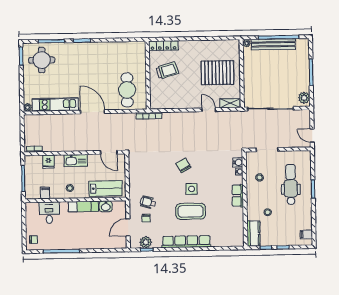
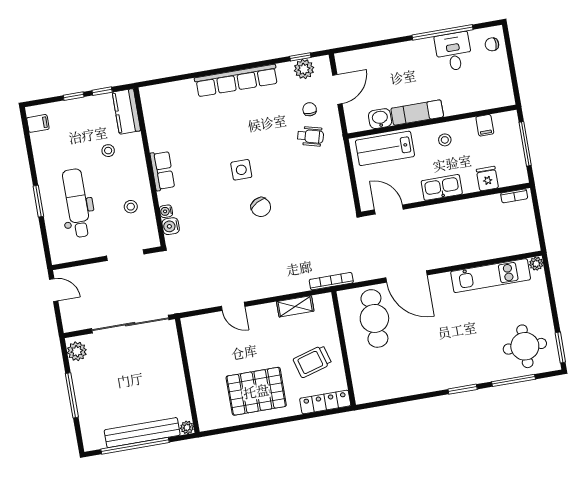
pallet: (217, 73) -> (256, 391), moved
shelving: (230, 103) -> (295, 306), moved
door: (93, 112) -> (406, 276), moved
dental chair: (291, 184) -> (77, 203), turned 180
coffee table: (191, 211) -> (237, 132), removed
desk: (49, 213) -> (453, 52), moved, turned 180

